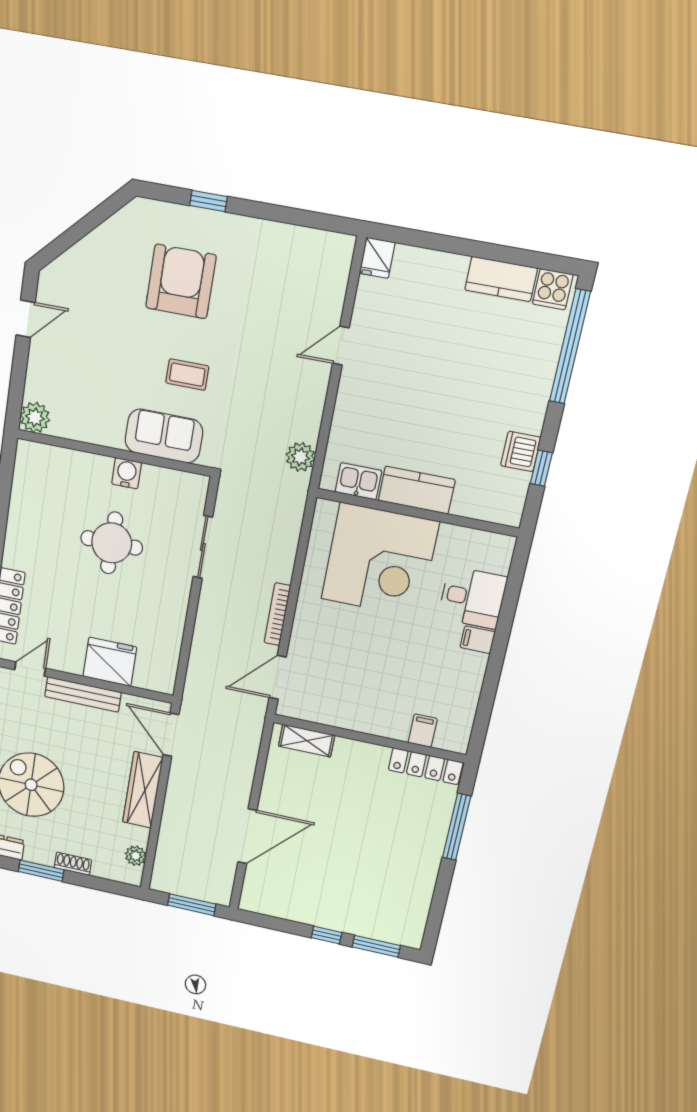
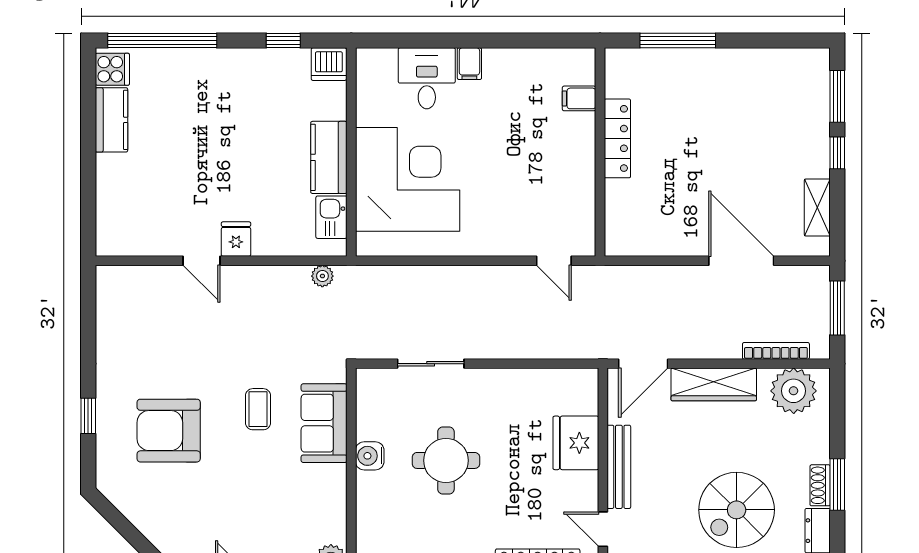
fridge: (377, 258) -> (236, 239), moved, turned -90
dishwasher: (521, 451) -> (329, 64), moved
plant: (300, 457) -> (322, 276), width x0.73, depth x0.73
bookcase: (277, 614) -> (776, 351), moved, turned 180
door: (278, 677) -> (554, 261), width x0.73
shelving: (307, 741) -> (817, 207), moved
locker: (426, 766) -> (617, 138), moved
plant: (136, 856) -> (794, 391), width x1.87, depth x1.87
shoe rack: (73, 864) -> (820, 485), moved

